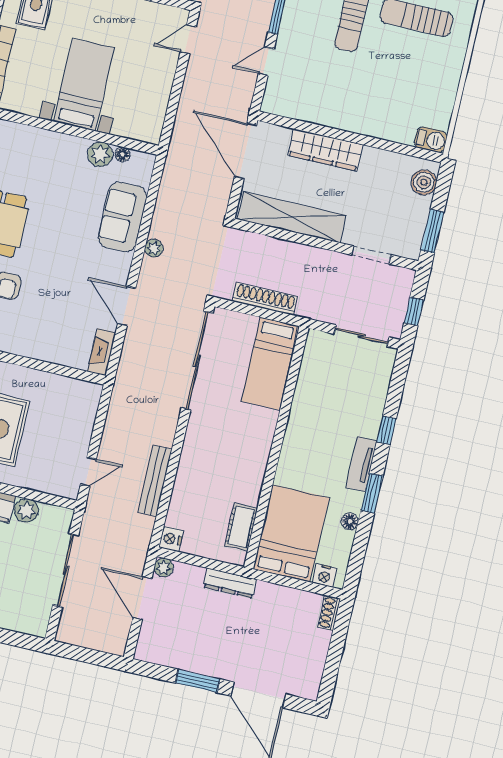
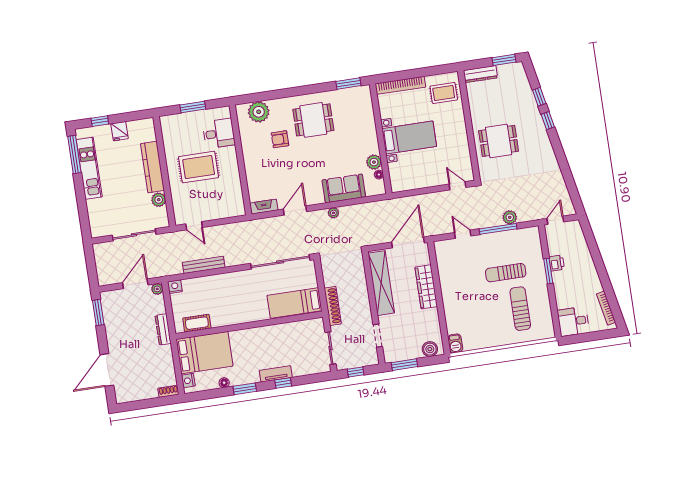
shoe rack: (265, 299) -> (333, 306), moved
tv unit: (361, 464) -> (276, 374), moved
window: (198, 681) -> (98, 312), moved

